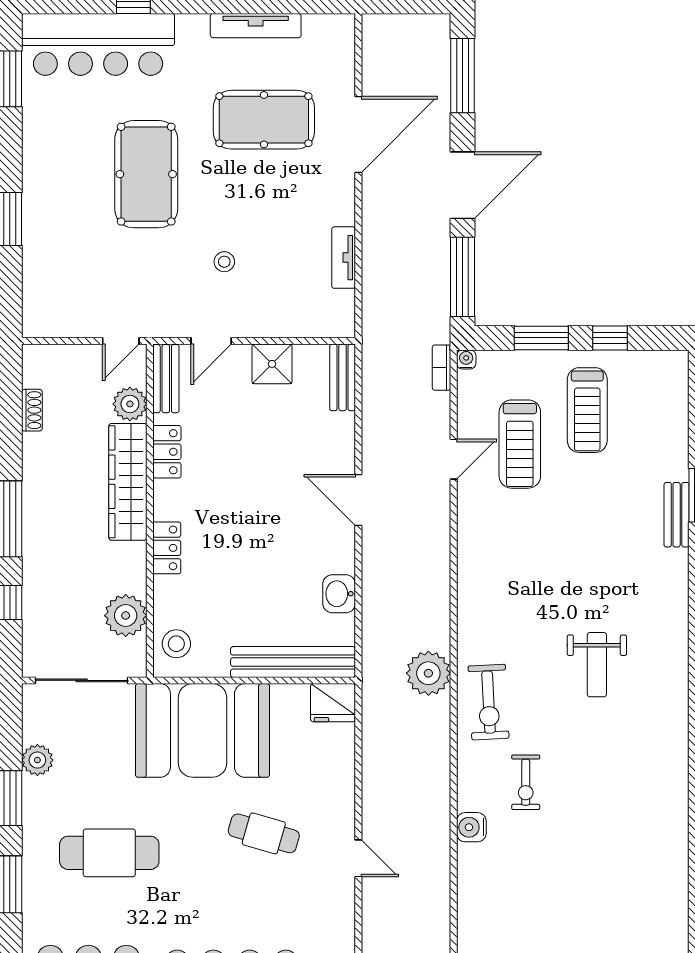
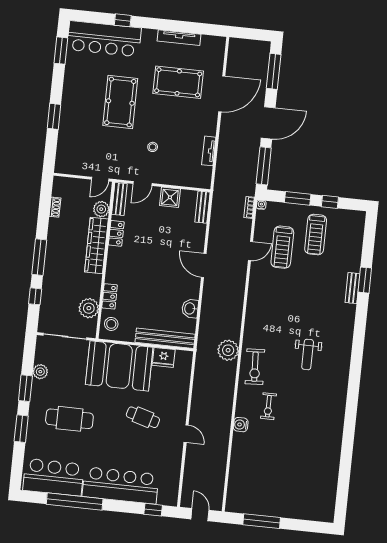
locker: (167, 548) -> (110, 296), moved
fridge: (333, 703) -> (164, 357), moved

